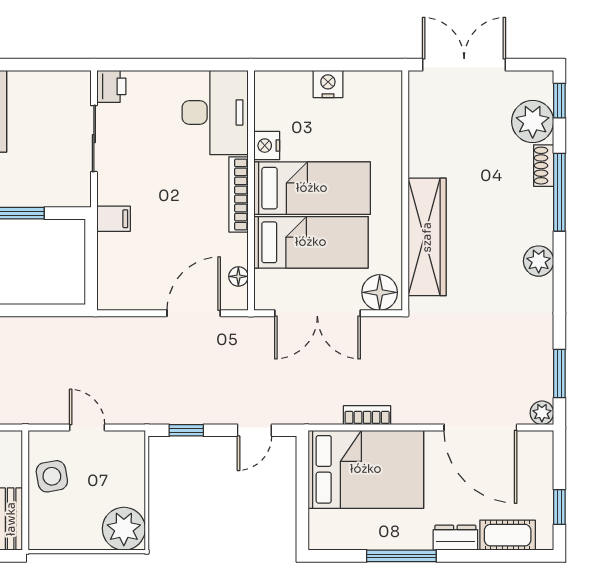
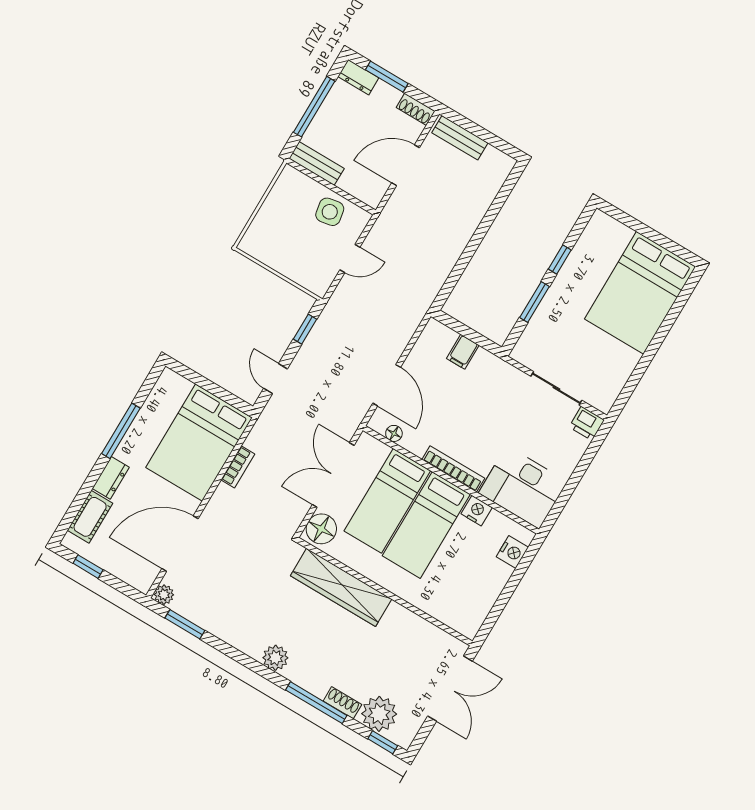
nightstand: (328, 84) -> (512, 552), moved
filing cabinet: (114, 219) -> (463, 352), moved
plant: (124, 529) -> (261, 241), removed

